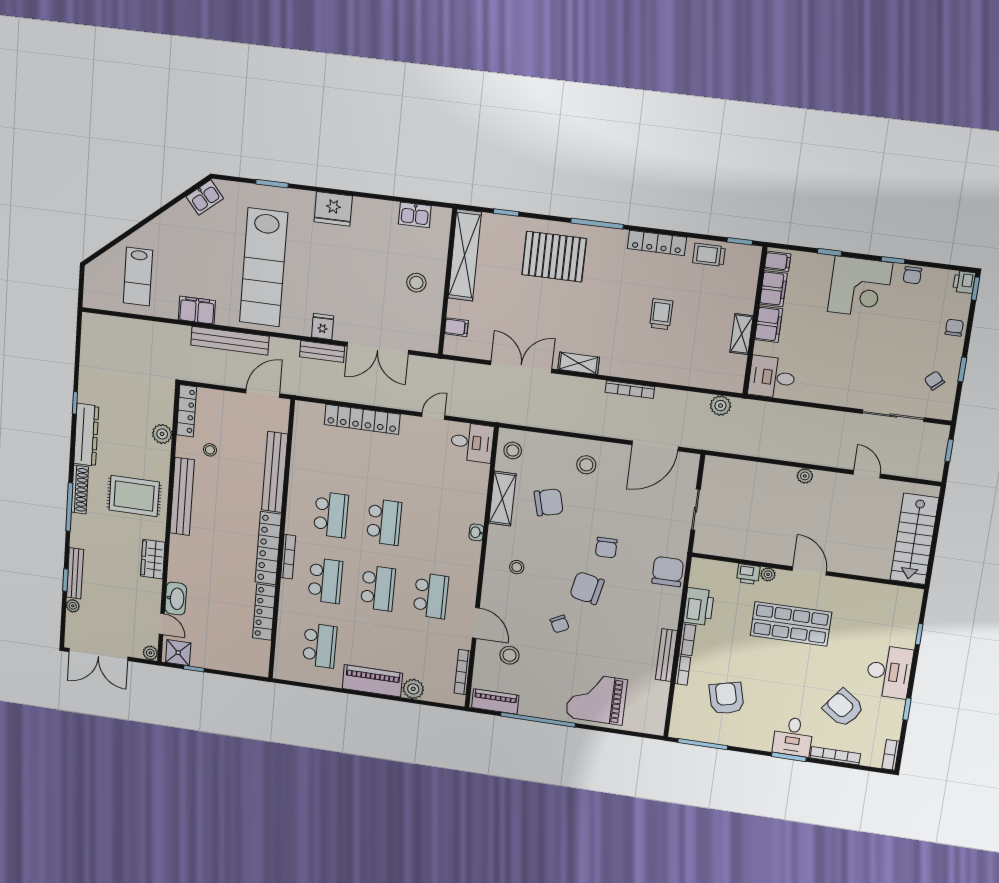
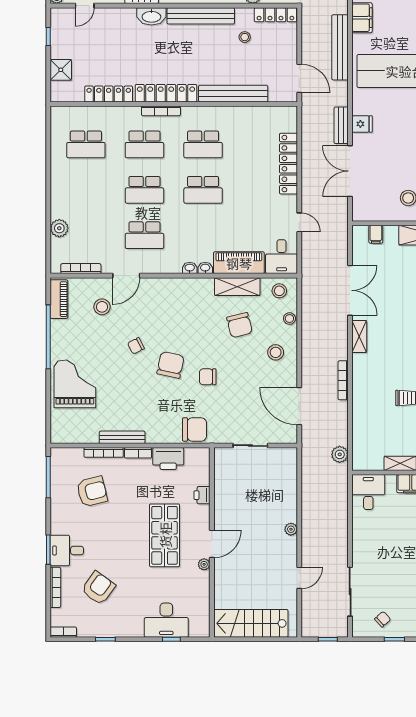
washbasin: (474, 550) -> (190, 268), added
stool: (517, 567) -> (289, 319), moved
plant: (768, 574) -> (204, 564), moved
washbasin: (176, 599) -> (151, 16), moved
shower: (178, 653) -> (61, 70), moved
bookcase: (683, 670) -> (104, 452), width x1.56
desk: (889, 672) -> (166, 620), moved
piano: (372, 681) -> (239, 263), moved, turned -90

